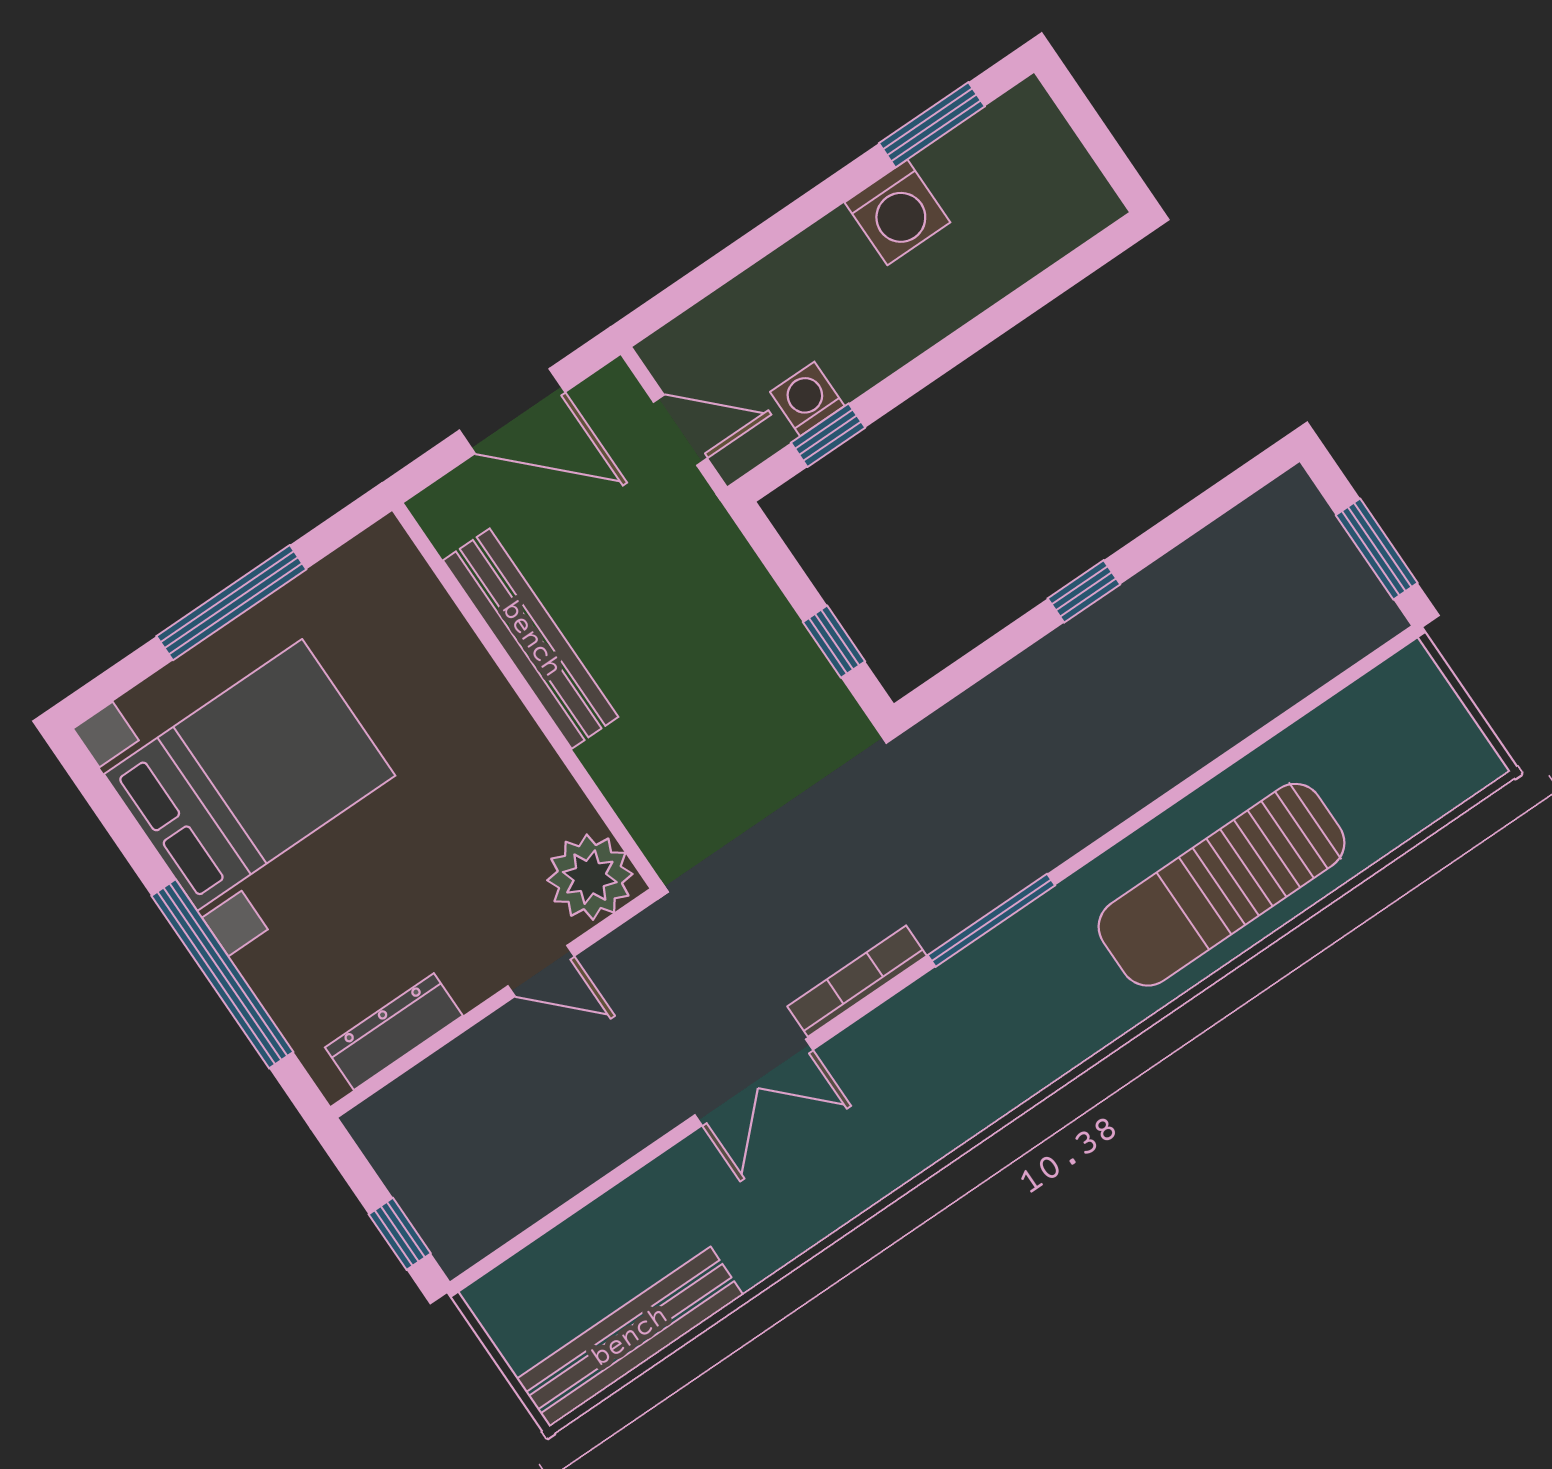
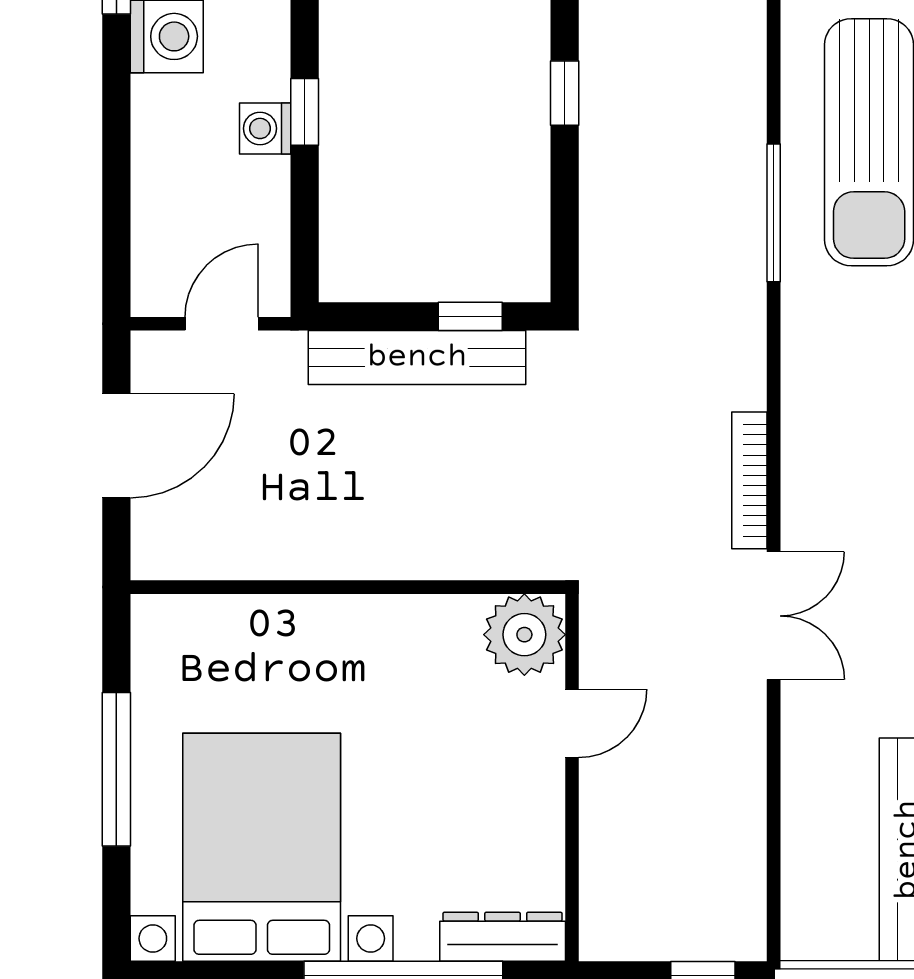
washing machine: (807, 399) -> (265, 128), moved
window: (828, 435) -> (305, 112), moved
bench: (531, 639) -> (417, 357), moved
window: (991, 920) -> (774, 213), moved
dresser: (394, 1032) -> (503, 937), moved, turned 90

